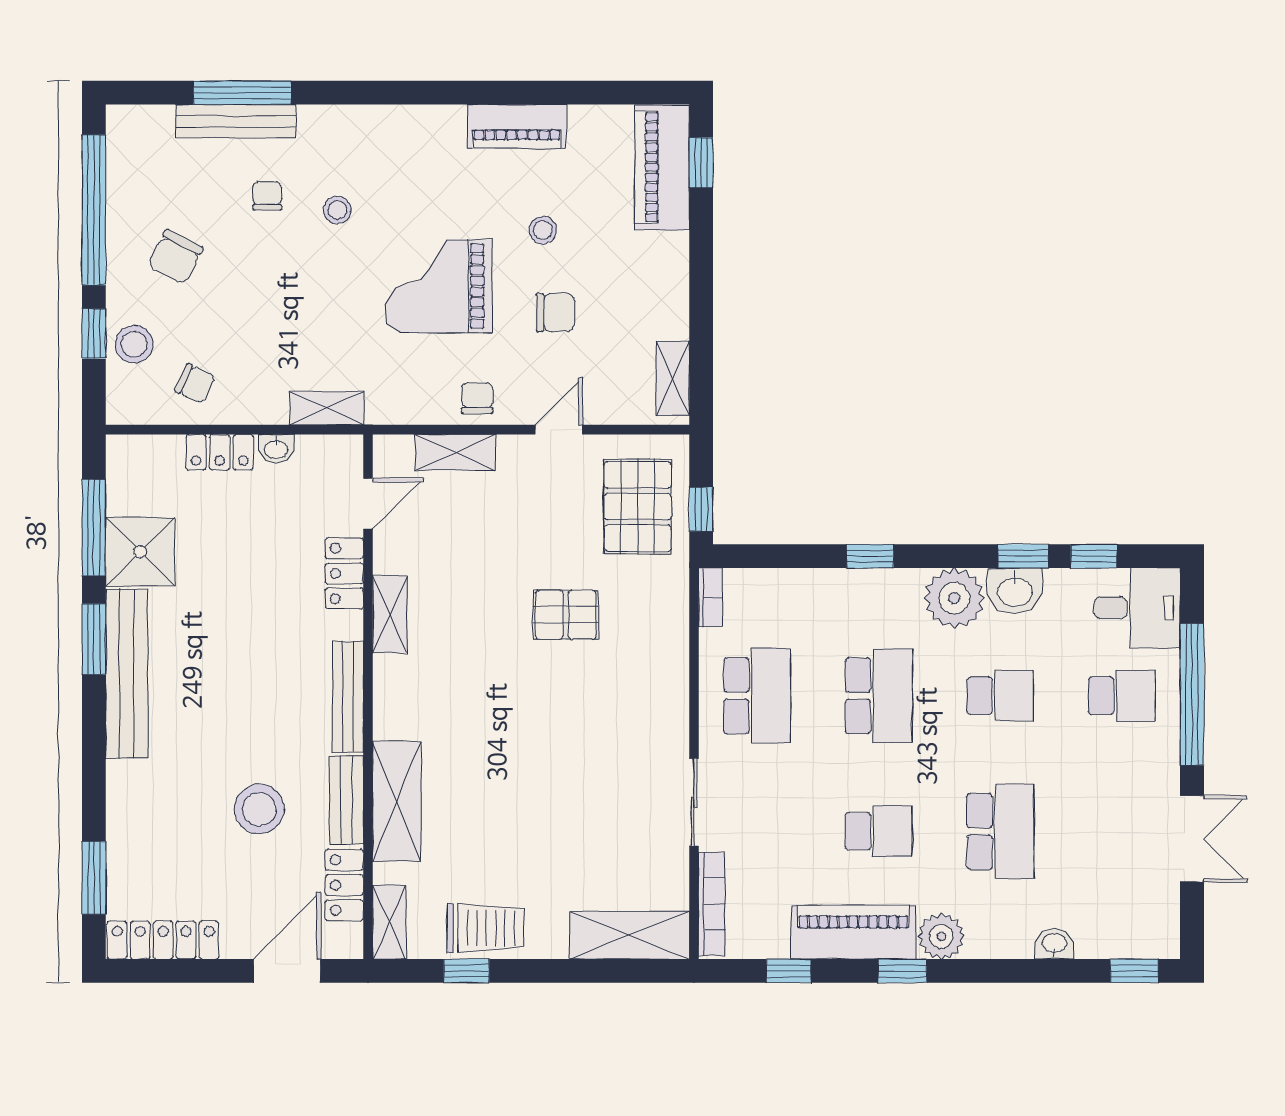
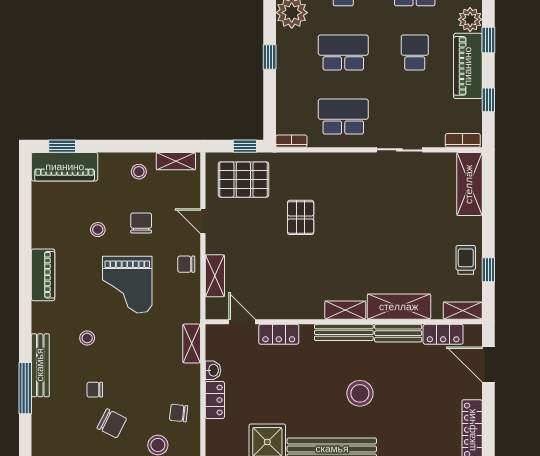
bench: (236, 121) -> (40, 365), moved
piano: (517, 127) -> (43, 275), moved
chair: (267, 196) -> (95, 390), moved
stool: (653, 308) -> (139, 172), added
chair: (195, 384) -> (179, 413), turned -108
shelving: (390, 614) -> (345, 310), moved
stool: (259, 809) -> (360, 393), moved
bookcase: (712, 904) -> (463, 140), width x0.64
trolley: (485, 928) -> (466, 260), width x0.73, depth x0.72

